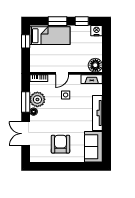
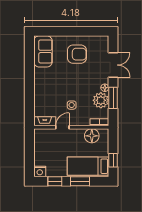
floor lamp: (95, 65) -> (92, 136), moved
door: (62, 73) -> (62, 127), moved
tv unit: (97, 113) -> (39, 86), removed
armchair: (60, 144) -> (77, 54), turned -90

